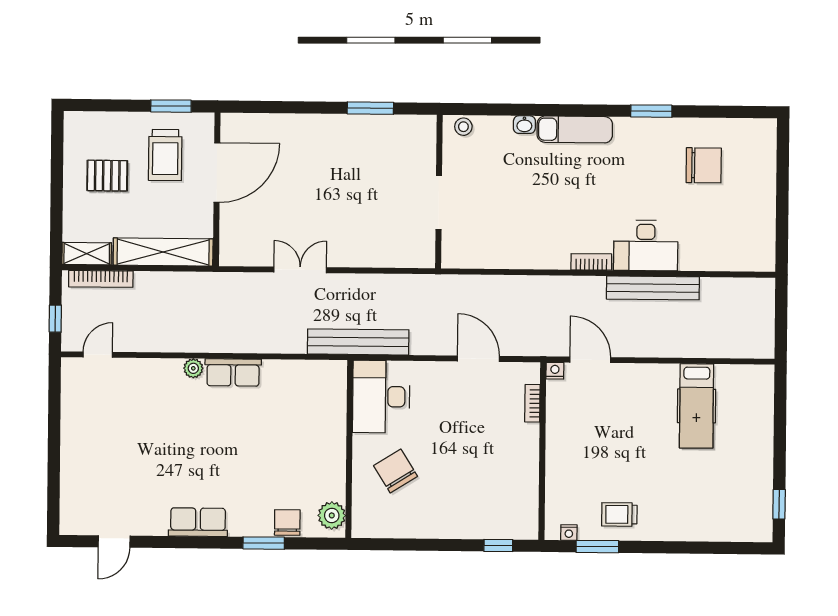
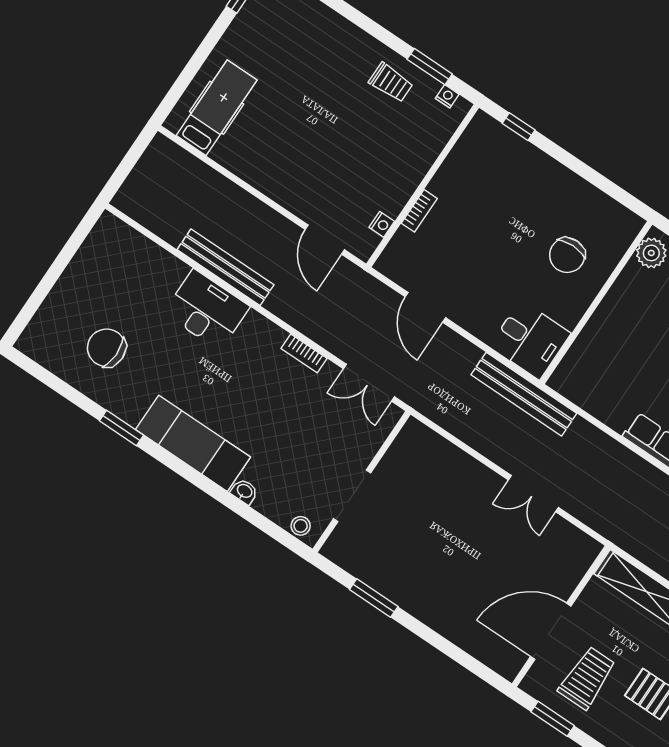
exam couch: (575, 129) -> (193, 443), width x1.36, depth x1.45
doorway: (439, 203) -> (352, 496), moved
bookcase: (591, 262) -> (304, 353), moved
double door: (483, 272) -> (369, 383), added
nightstand: (555, 371) -> (382, 224), moved, turned -90
desk: (381, 397) -> (530, 340), width x0.73
bookcase: (532, 403) -> (419, 211), moved
hospital bed: (697, 406) -> (217, 108), moved
chair: (396, 471) -> (567, 255), turned 32

